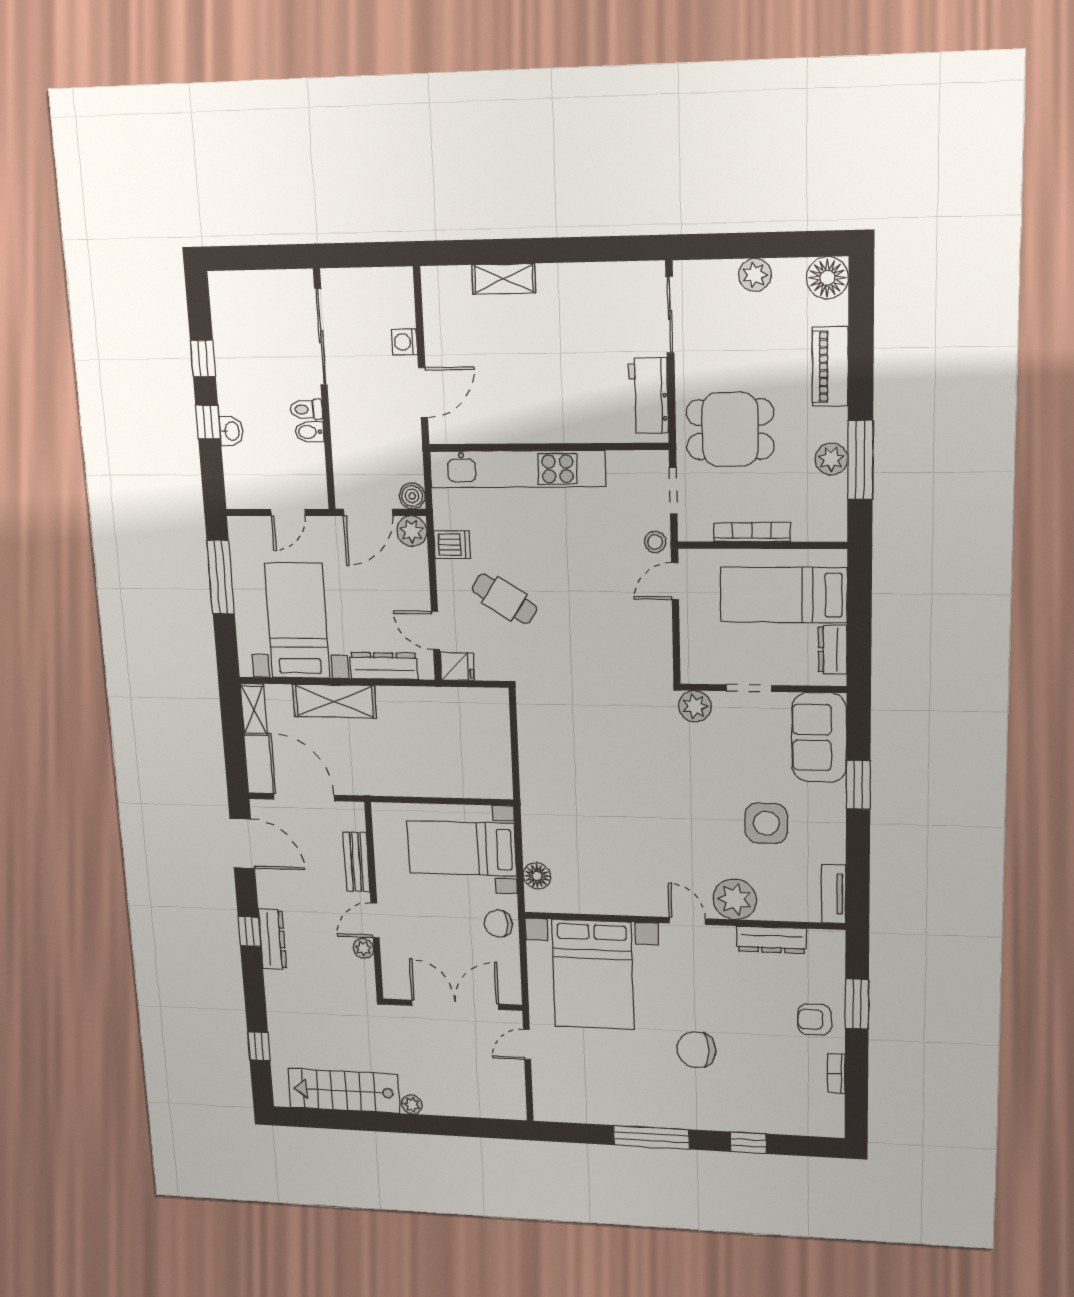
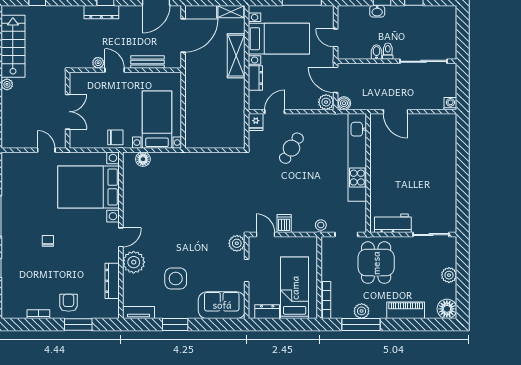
shelving: (504, 279) -> (450, 154), removed
washing machine: (405, 342) -> (450, 104), moved
bookcase: (752, 532) -> (326, 300), moved
dishwasher: (452, 545) -> (284, 224), moved, turned 180
door: (675, 581) -> (265, 235), moved
dresser: (384, 666) -> (255, 78), width x0.70
window: (858, 785) -> (175, 325), moved
chair: (498, 924) -> (115, 137), turned 90
double door: (455, 1005) -> (68, 112), width x0.73
chair: (696, 1050) -> (48, 241), width x0.54, depth x0.54

